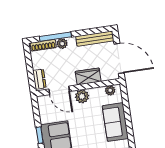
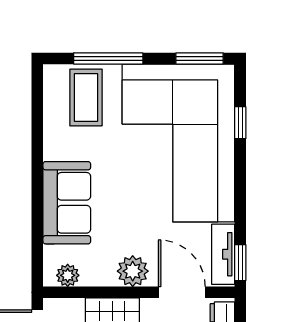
tv unit: (43, 110) -> (223, 254), added
window: (40, 135) -> (240, 263), moved

